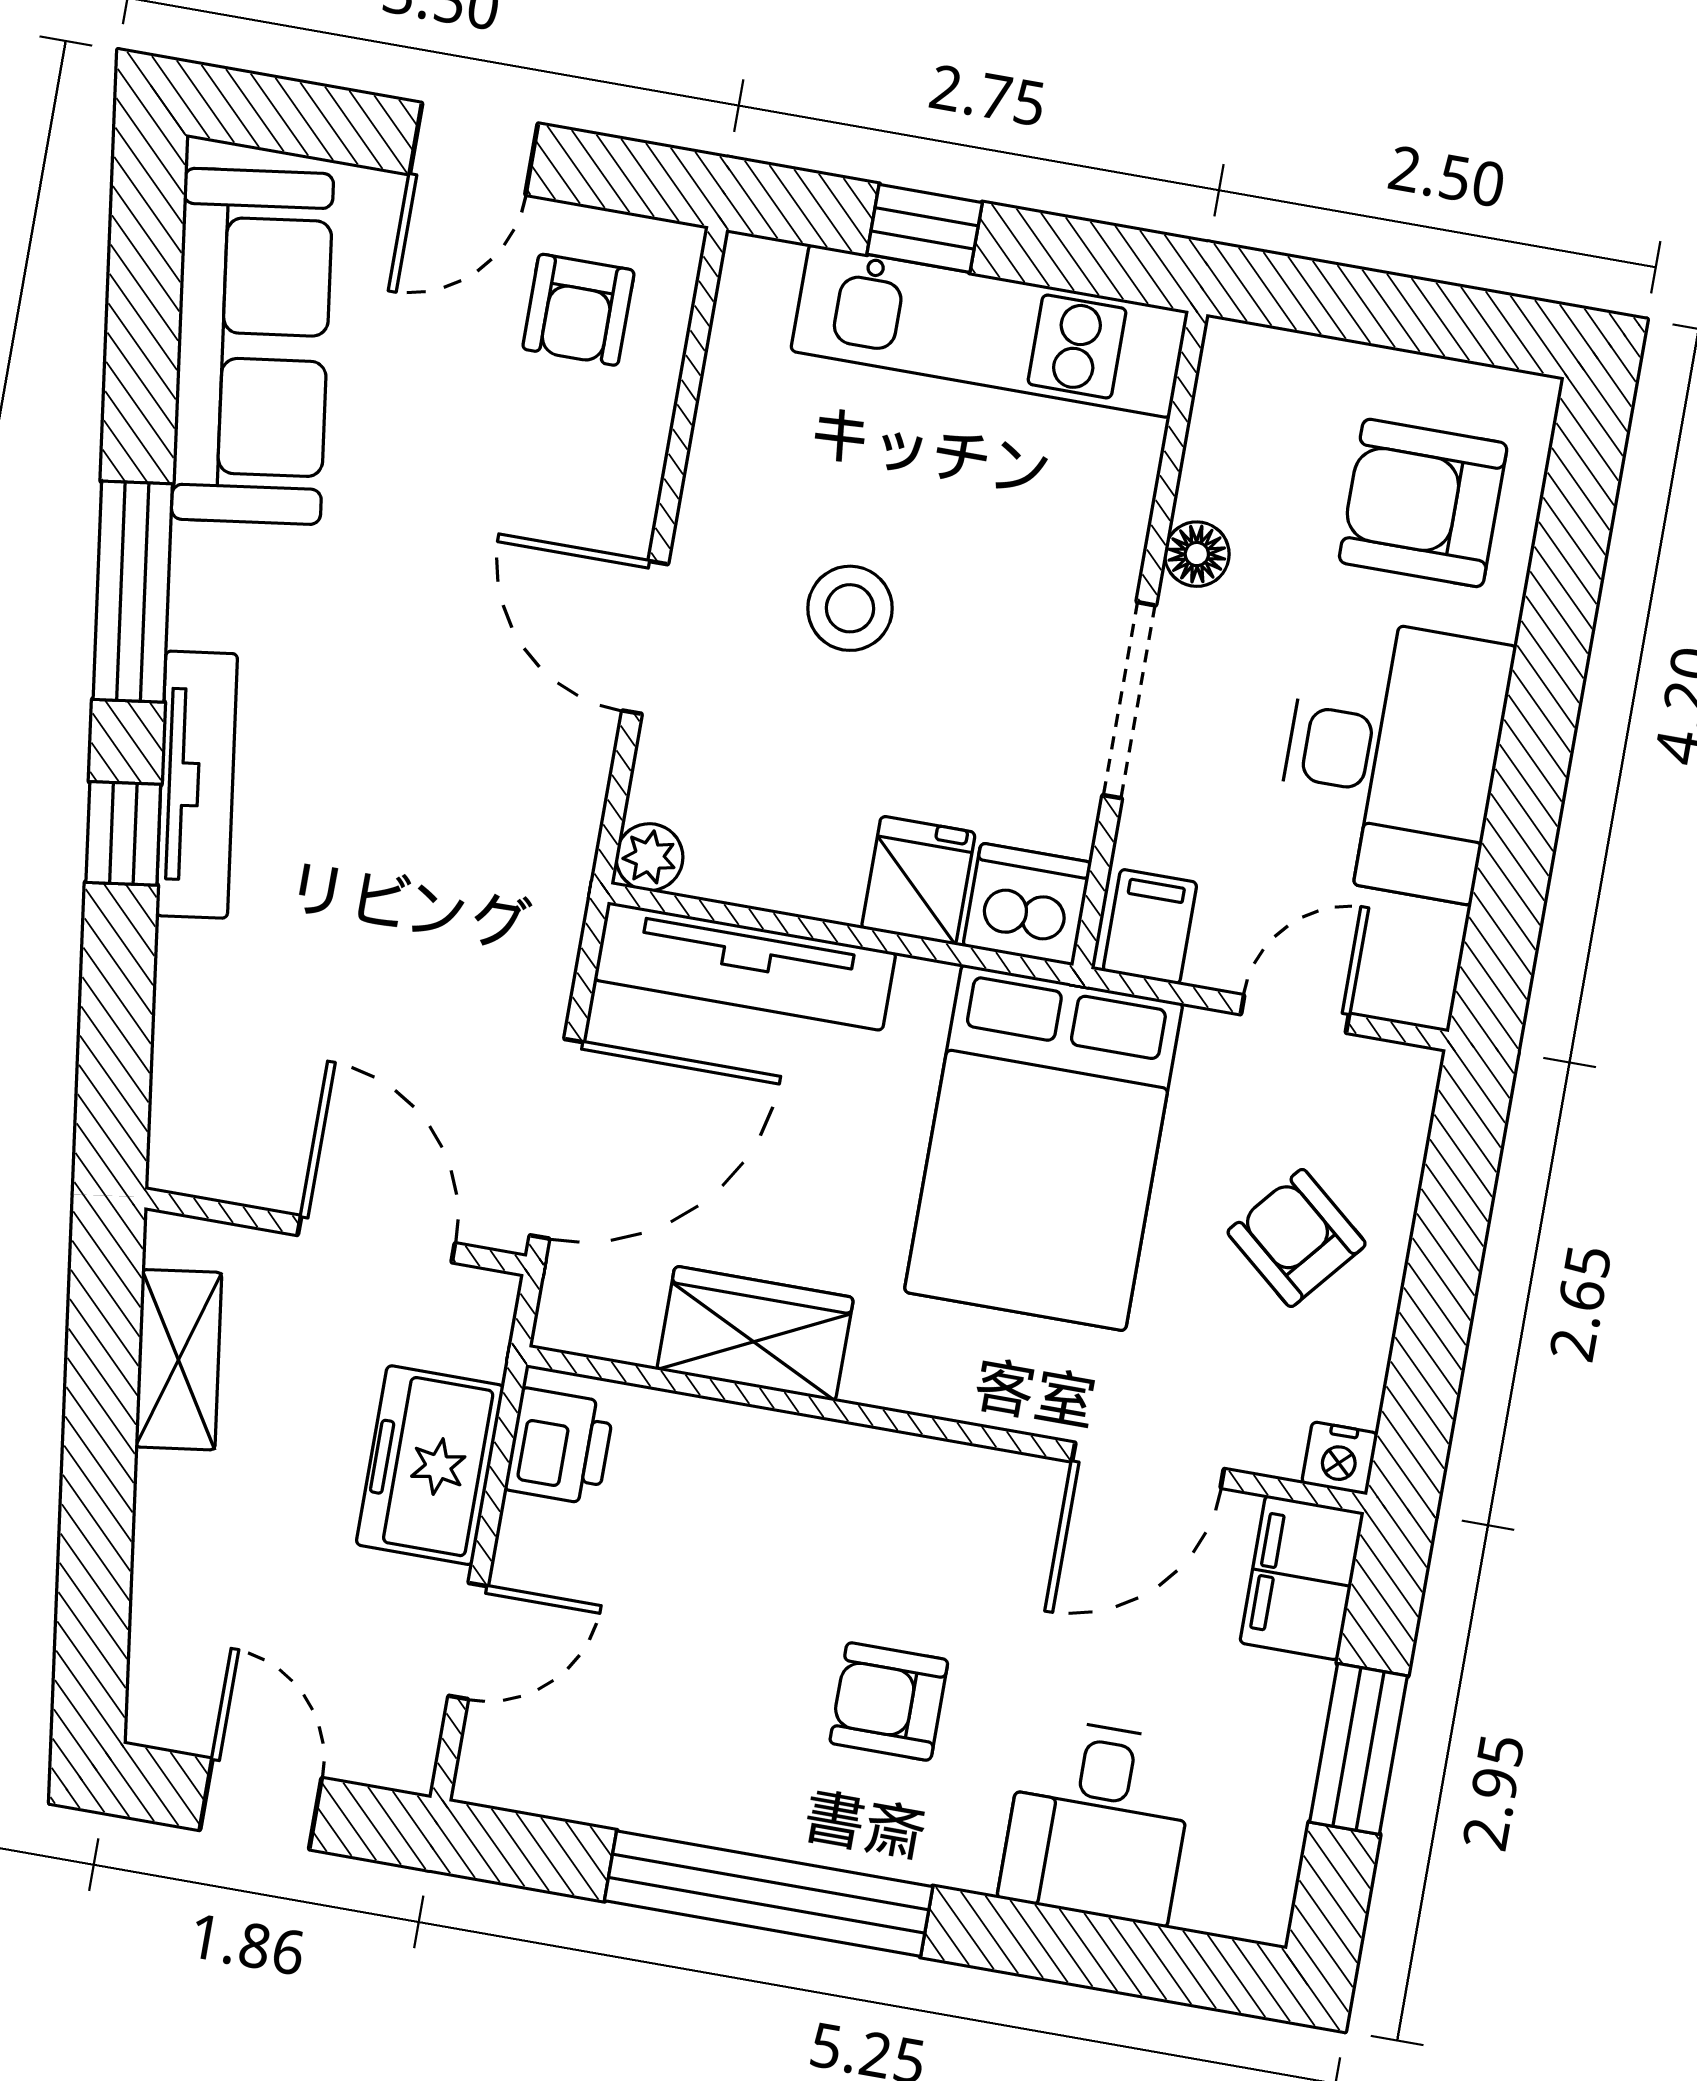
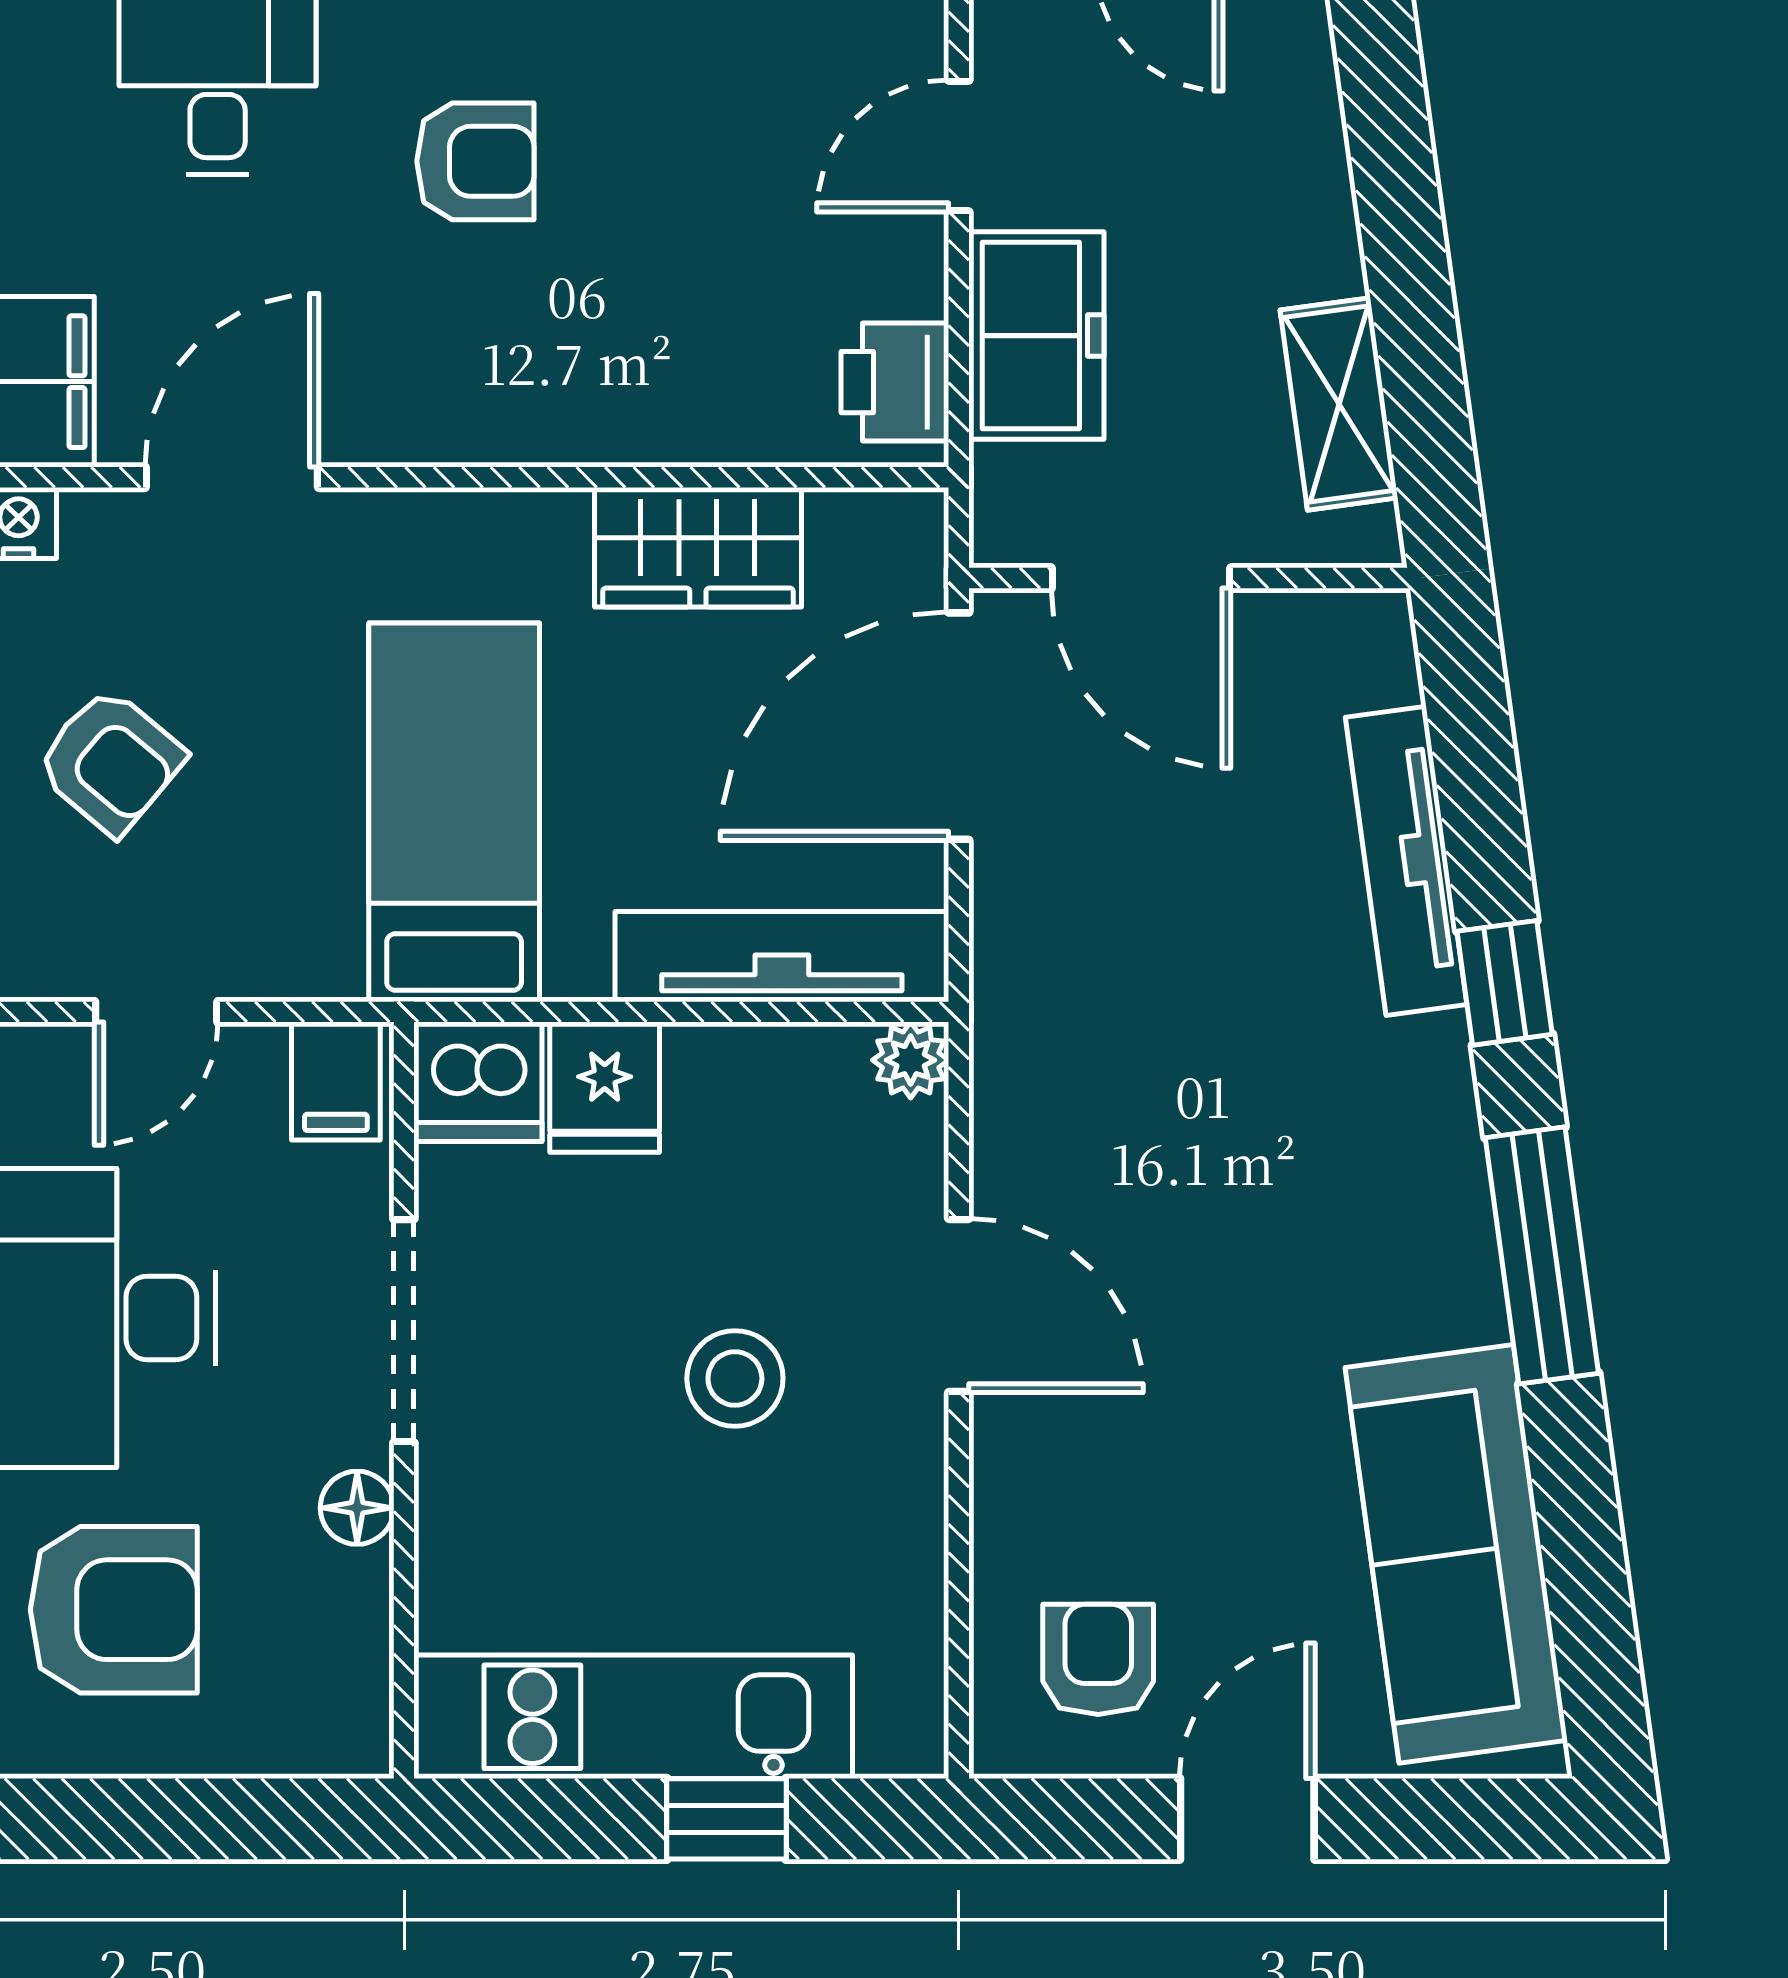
tv unit: (197, 785) -> (1406, 861), moved
bed: (1044, 1148) -> (454, 812), width x0.67

